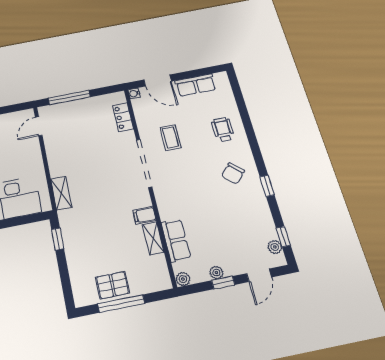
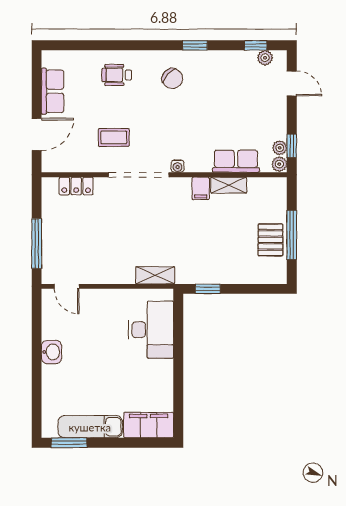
water cooler: (134, 94) -> (178, 166), moved
plant: (216, 273) -> (280, 148), moved
window: (223, 283) -> (292, 146), moved

